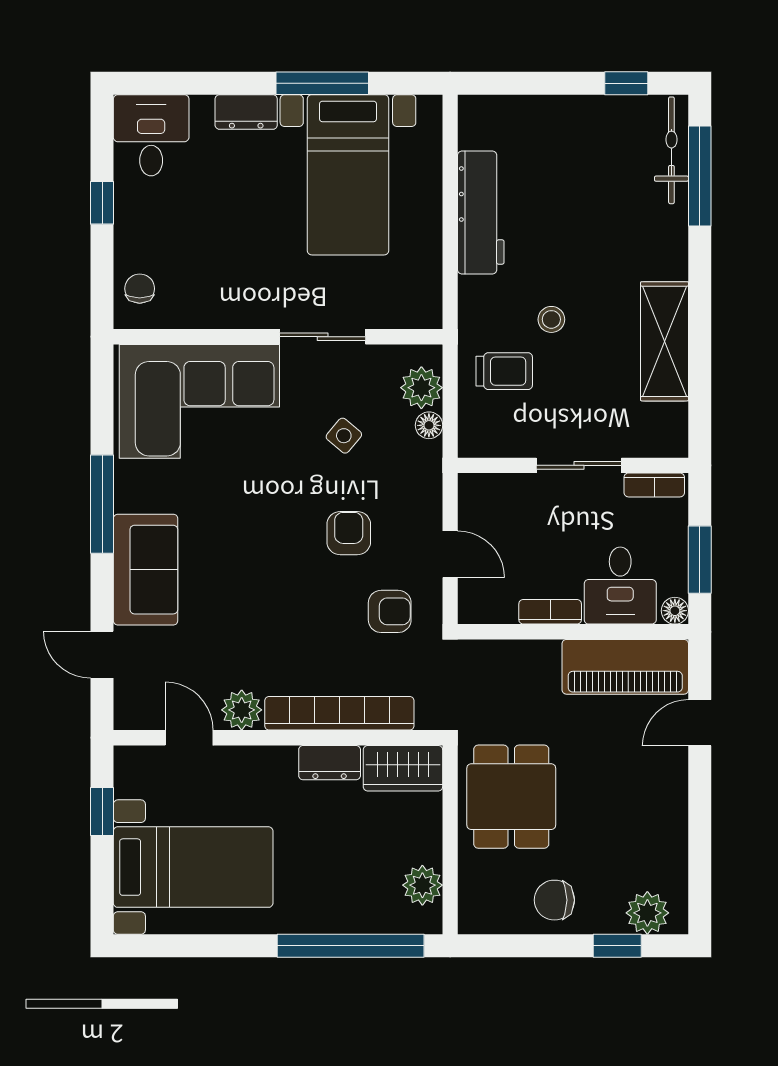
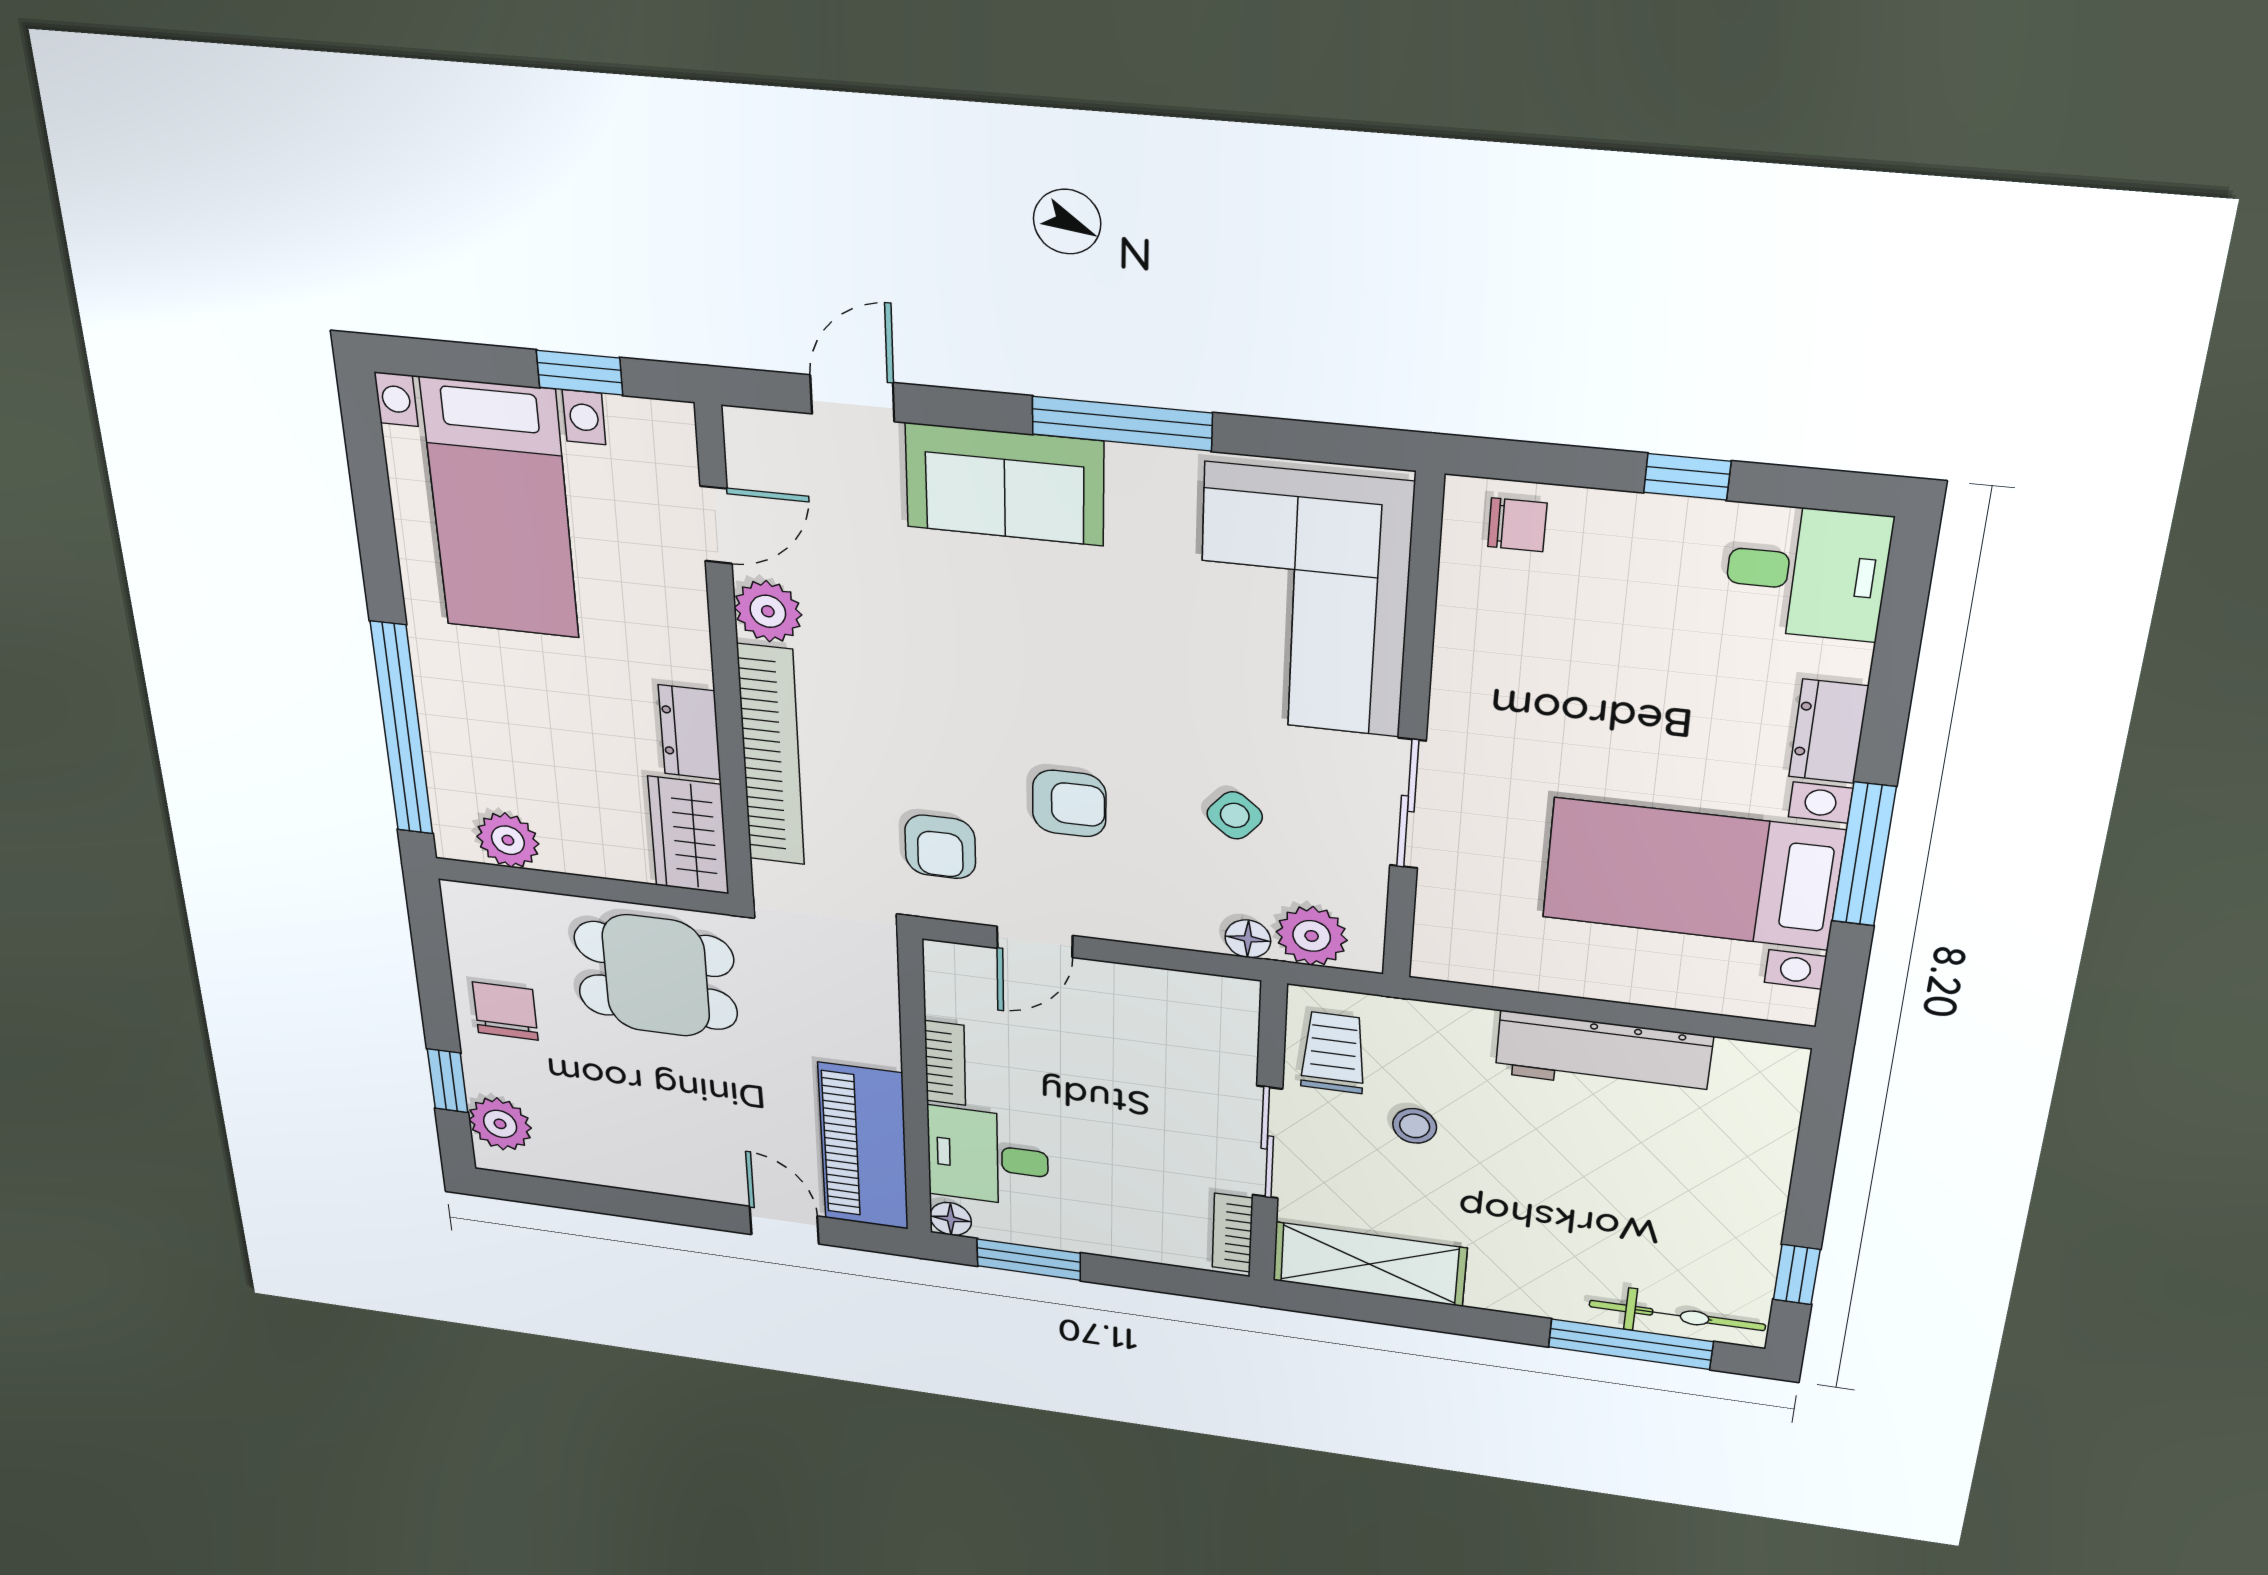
trolley: (504, 371) -> (1333, 1053), turned 180
wall: (573, 465) -> (1268, 1135), moved
sliding door: (579, 465) -> (1267, 1142), moved
bookcase: (654, 485) -> (1232, 1233), moved

